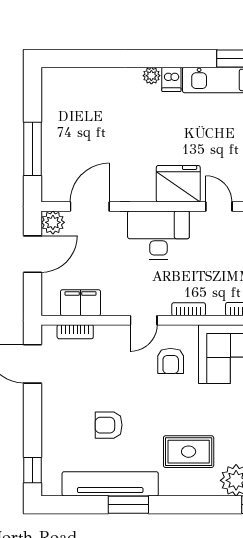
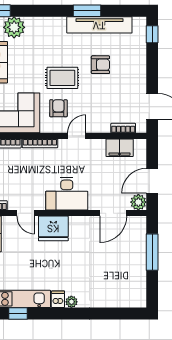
bookcase: (189, 309) -> (40, 143), width x1.56
rug: (189, 452) -> (62, 78), moved

